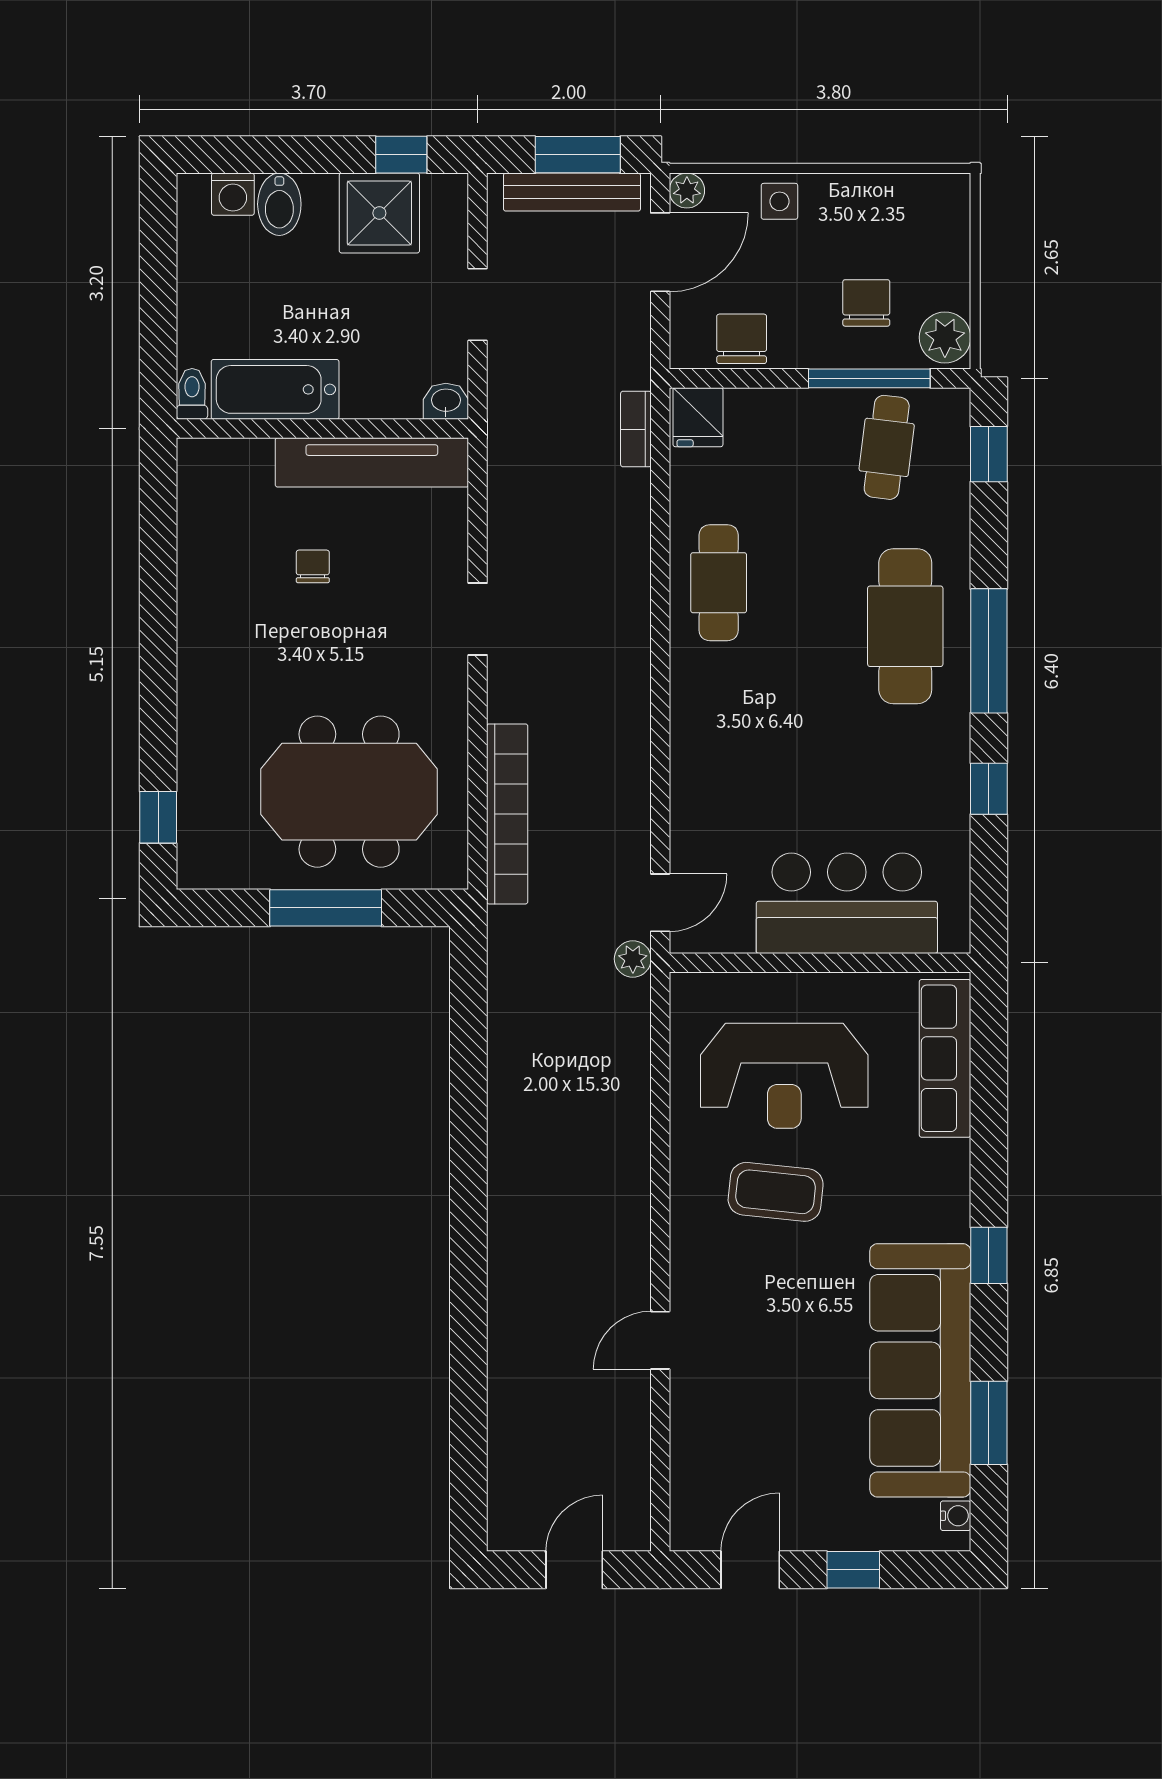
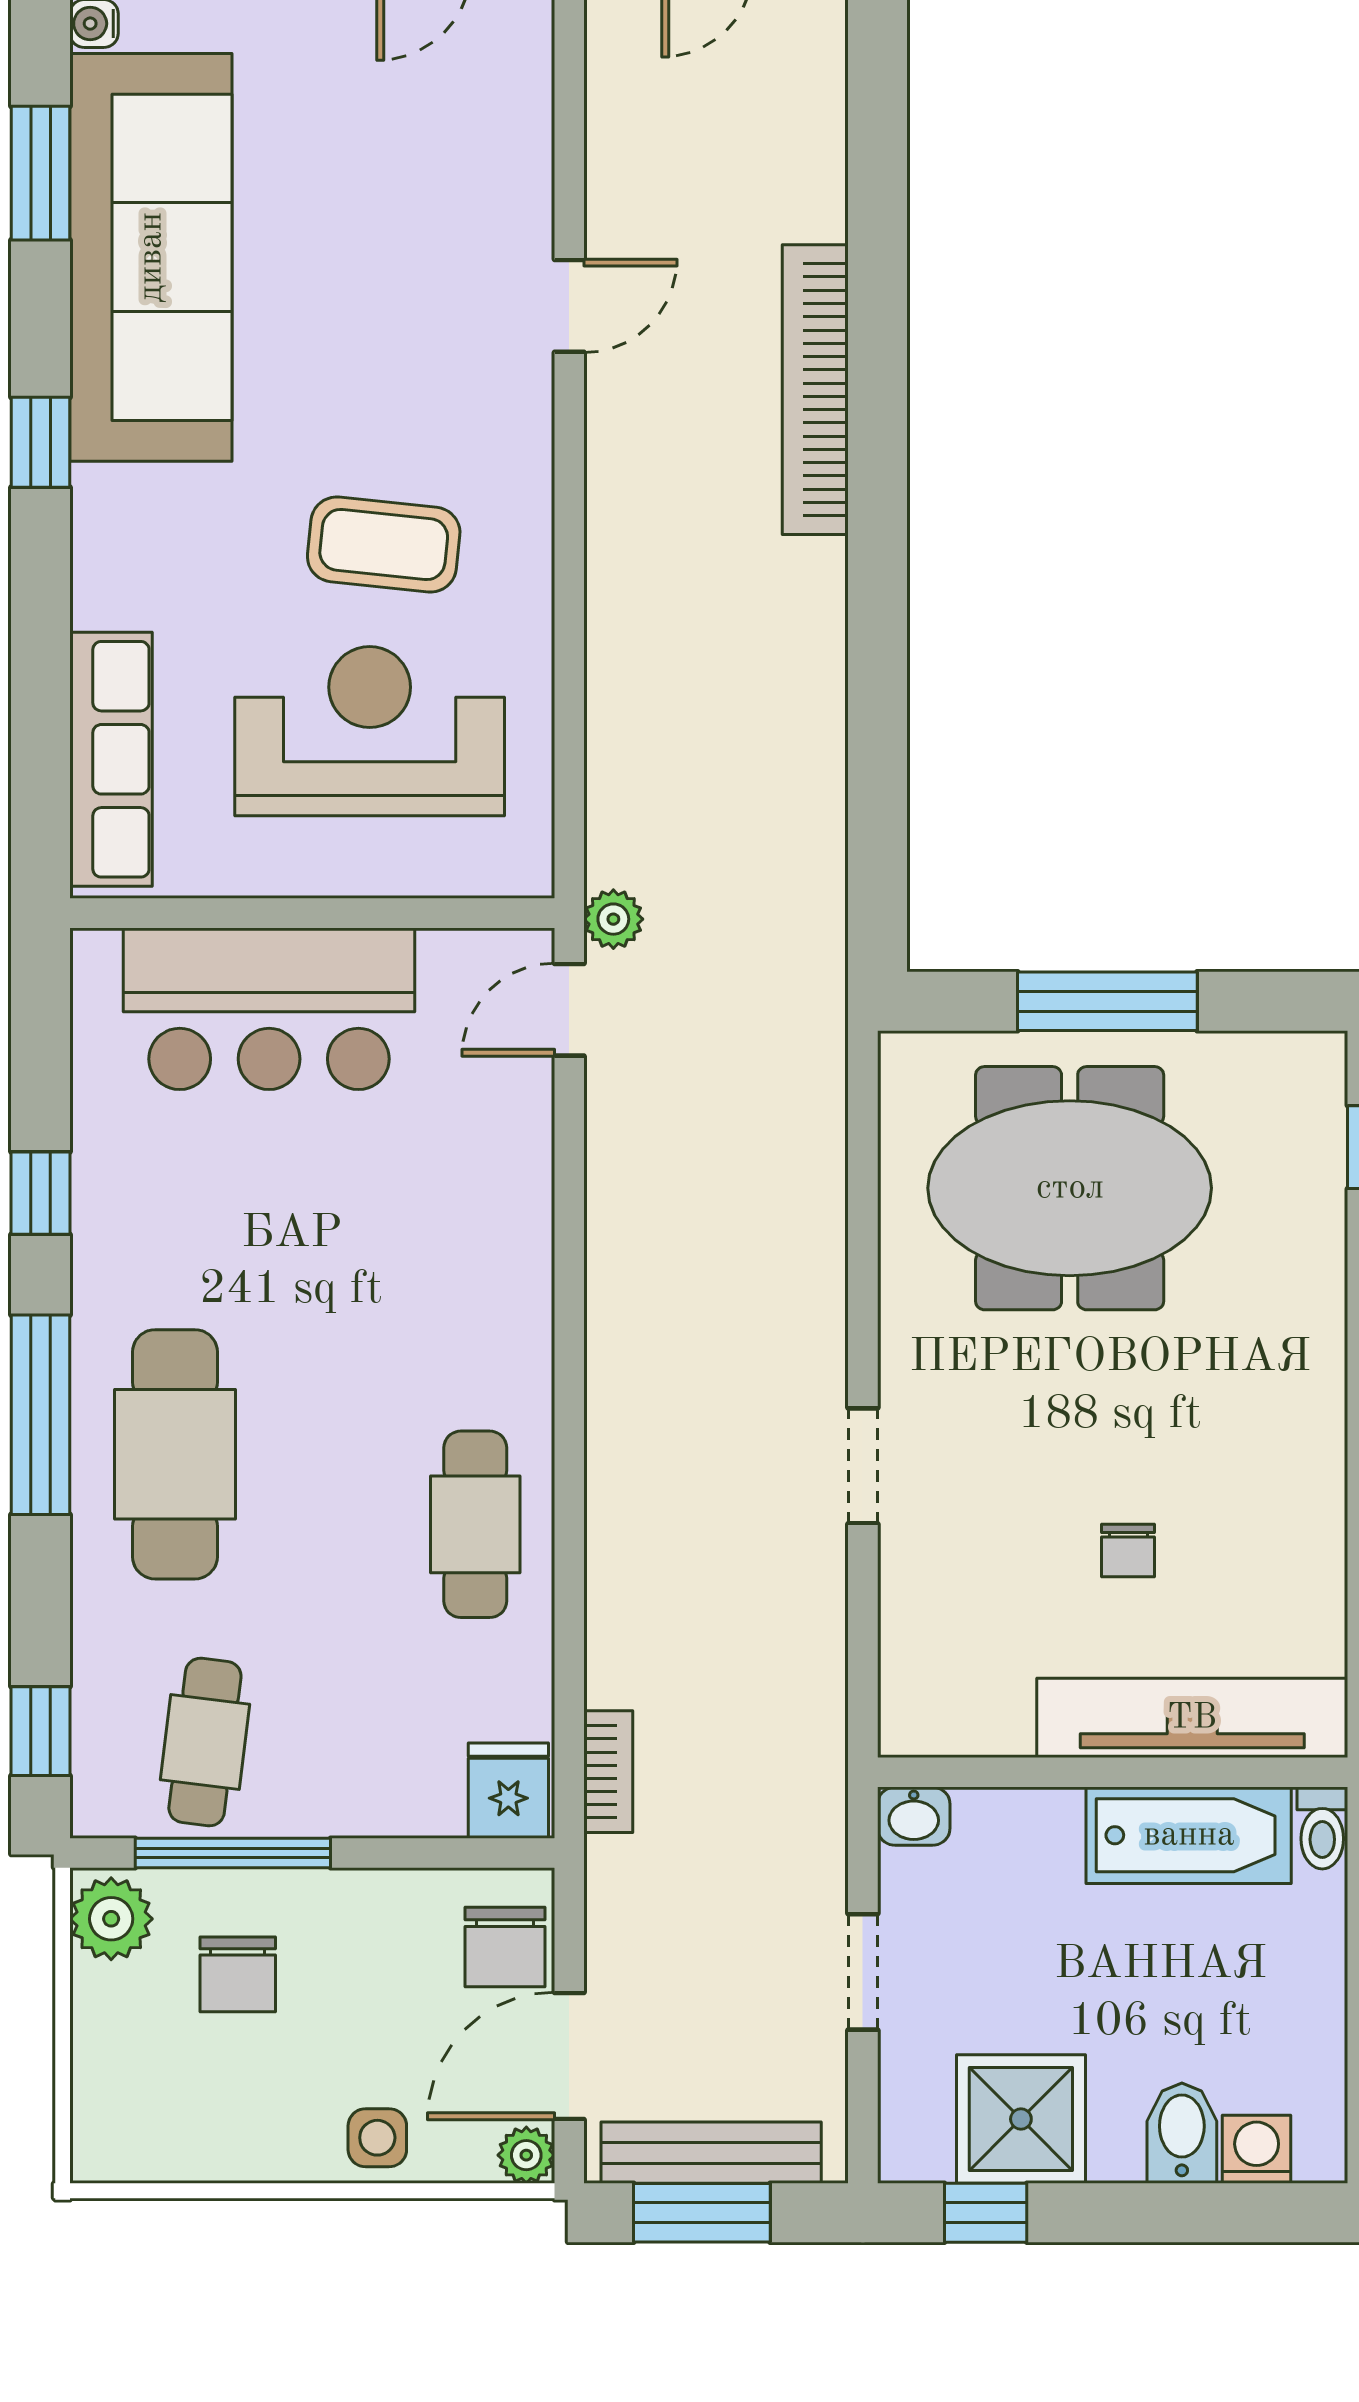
chair: (742, 339) -> (505, 1947), moved
tv unit: (372, 462) -> (1192, 1718), moved
bookcase: (507, 814) -> (815, 390), moved

